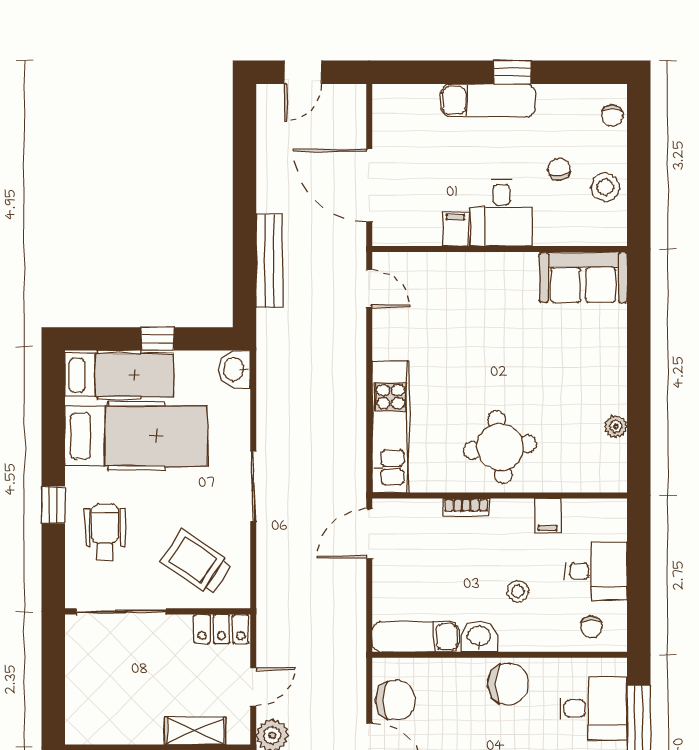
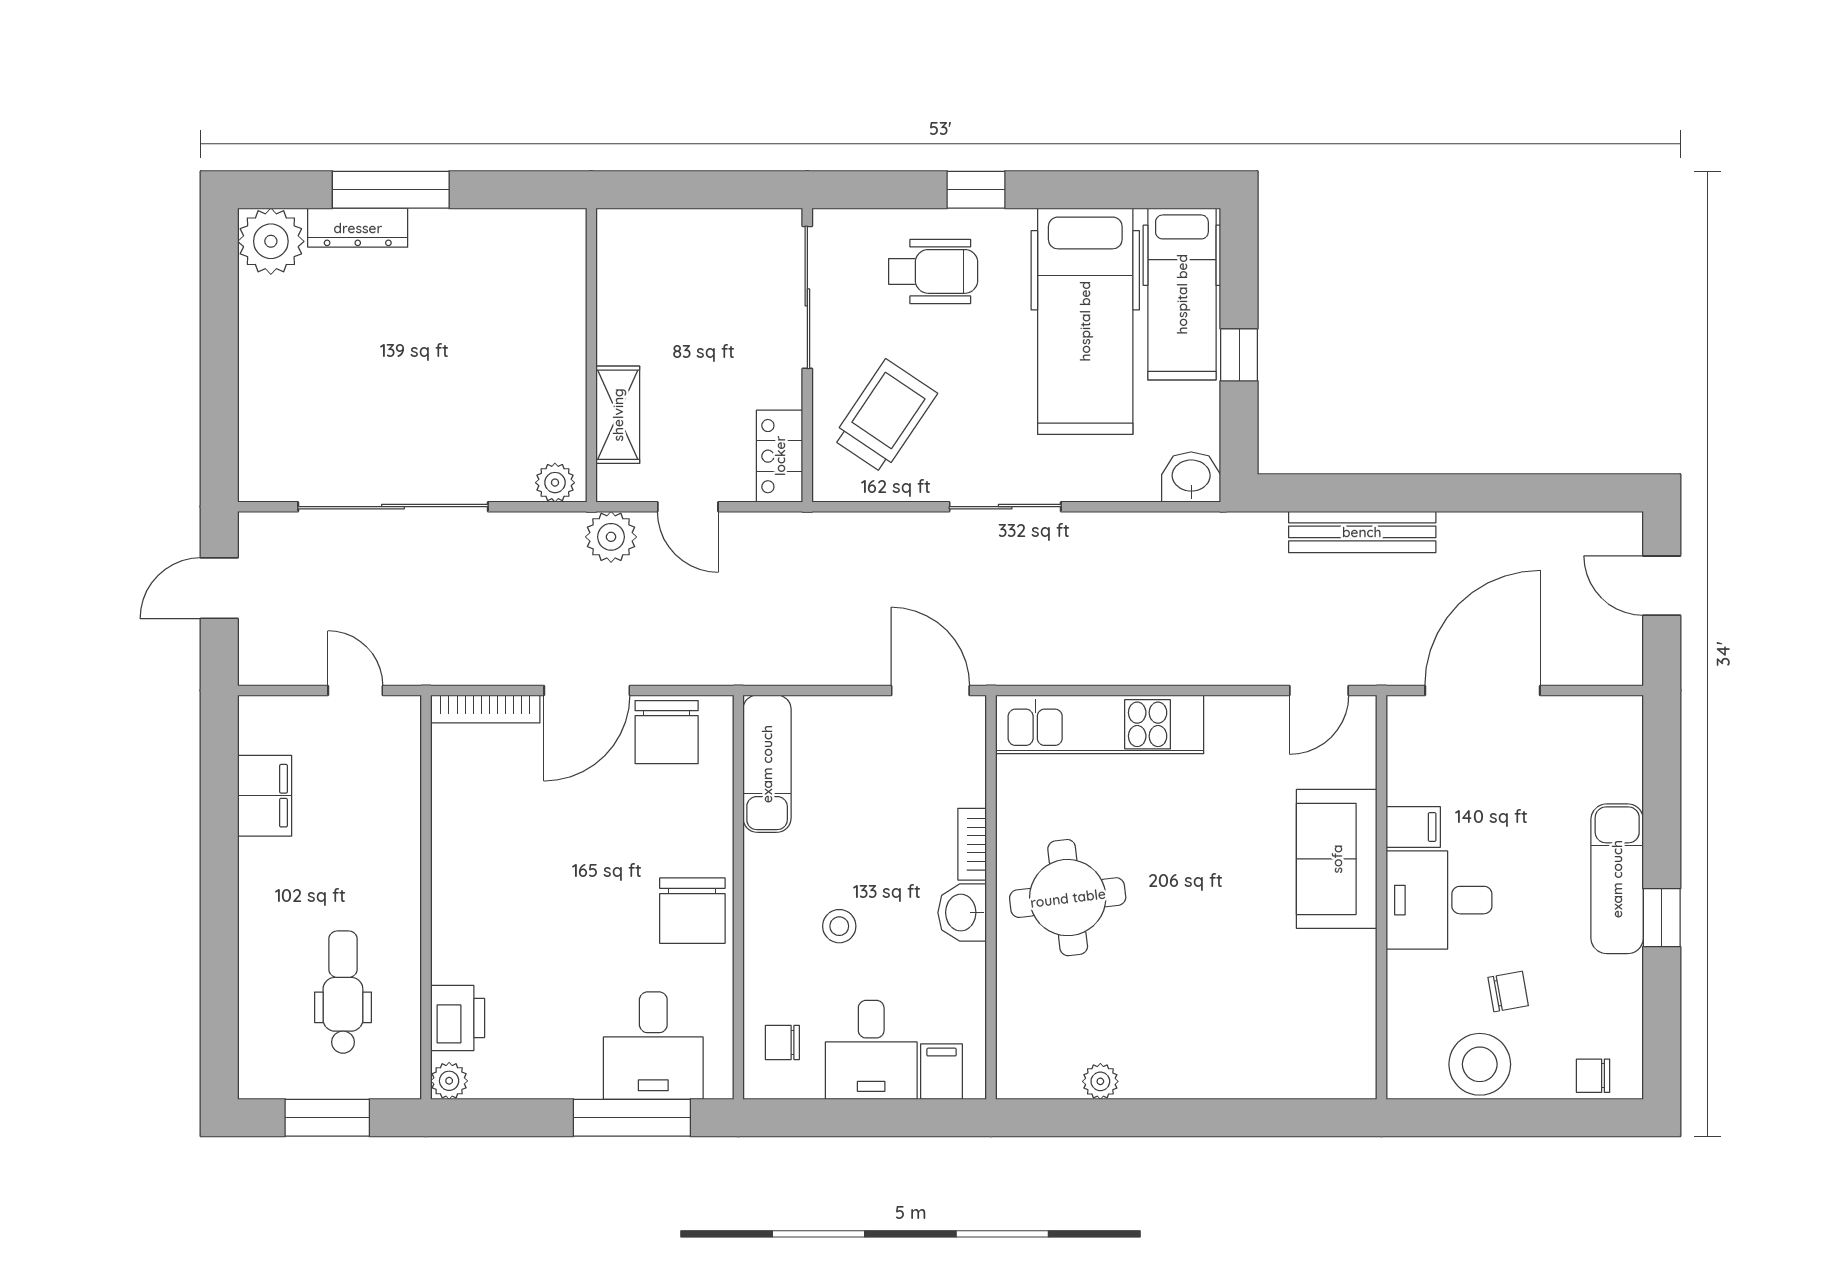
stool: (605, 187) -> (1480, 1064), width x1.38, depth x1.38
sofa: (583, 277) -> (1337, 859), moved
filing cabinet: (548, 516) -> (942, 1072), moved, turned 90
washbasin: (479, 637) -> (962, 913), moved, turned 180

